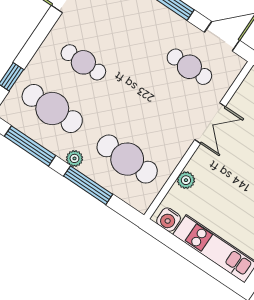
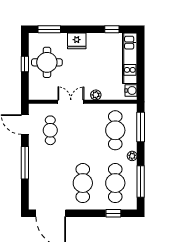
cafe table: (83, 62) -> (83, 183), width x1.37, depth x1.35
plant: (186, 180) -> (96, 95), moved
window: (88, 185) -> (141, 127), moved

